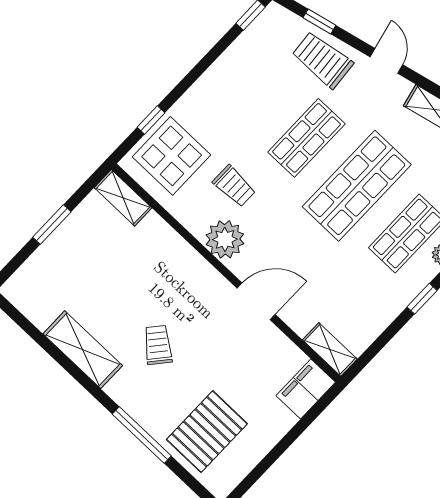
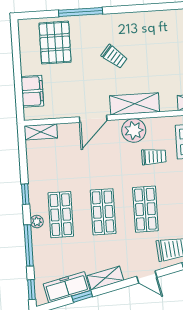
trolley: (234, 186) -> (154, 157), turned 180
shop shelf: (357, 186) -> (103, 212), width x0.70, depth x0.74
shelving: (83, 350) -> (135, 104), moved
filing cabinet: (306, 389) -> (32, 91), moved

